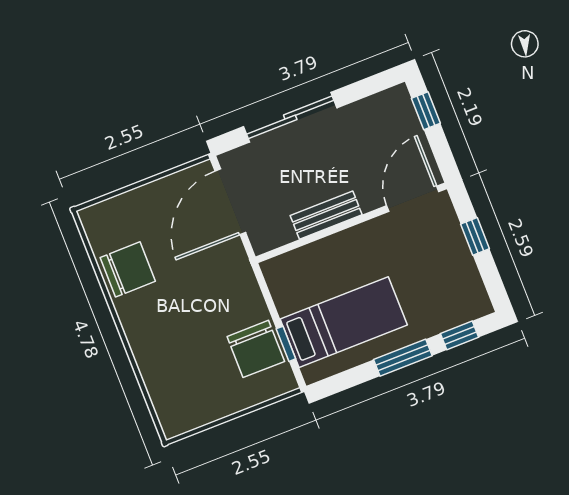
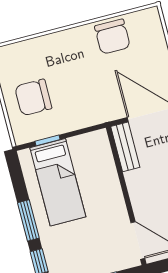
bench: (326, 215) -> (125, 147), moved
chair: (256, 349) -> (33, 97), moved

